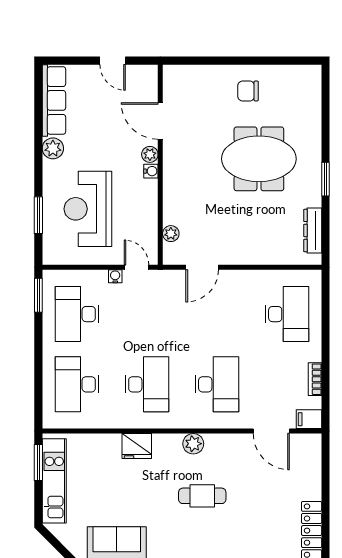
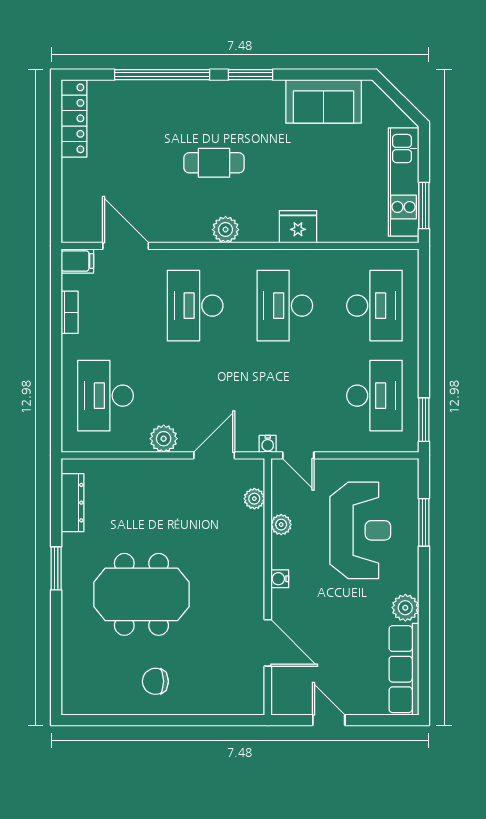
chair: (248, 91) -> (155, 681), turned 180
plant: (150, 154) -> (281, 525), moved
water cooler: (115, 276) -> (268, 444), moved
plant: (242, 280) -> (164, 439), added

